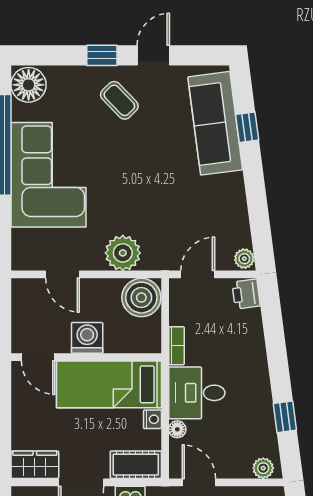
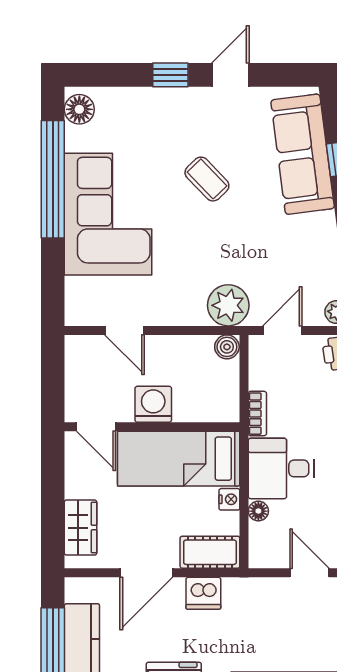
floor lamp: (29, 85) -> (79, 109), width x0.73, depth x0.73
coffee table: (119, 100) -> (207, 179), moved
plant: (123, 253) -> (228, 305), moved
boiler: (141, 298) -> (227, 347), width x0.54, depth x0.54
wardrobe: (35, 465) -> (81, 528), moved, turned 90
door: (199, 482) -> (309, 573), moved

